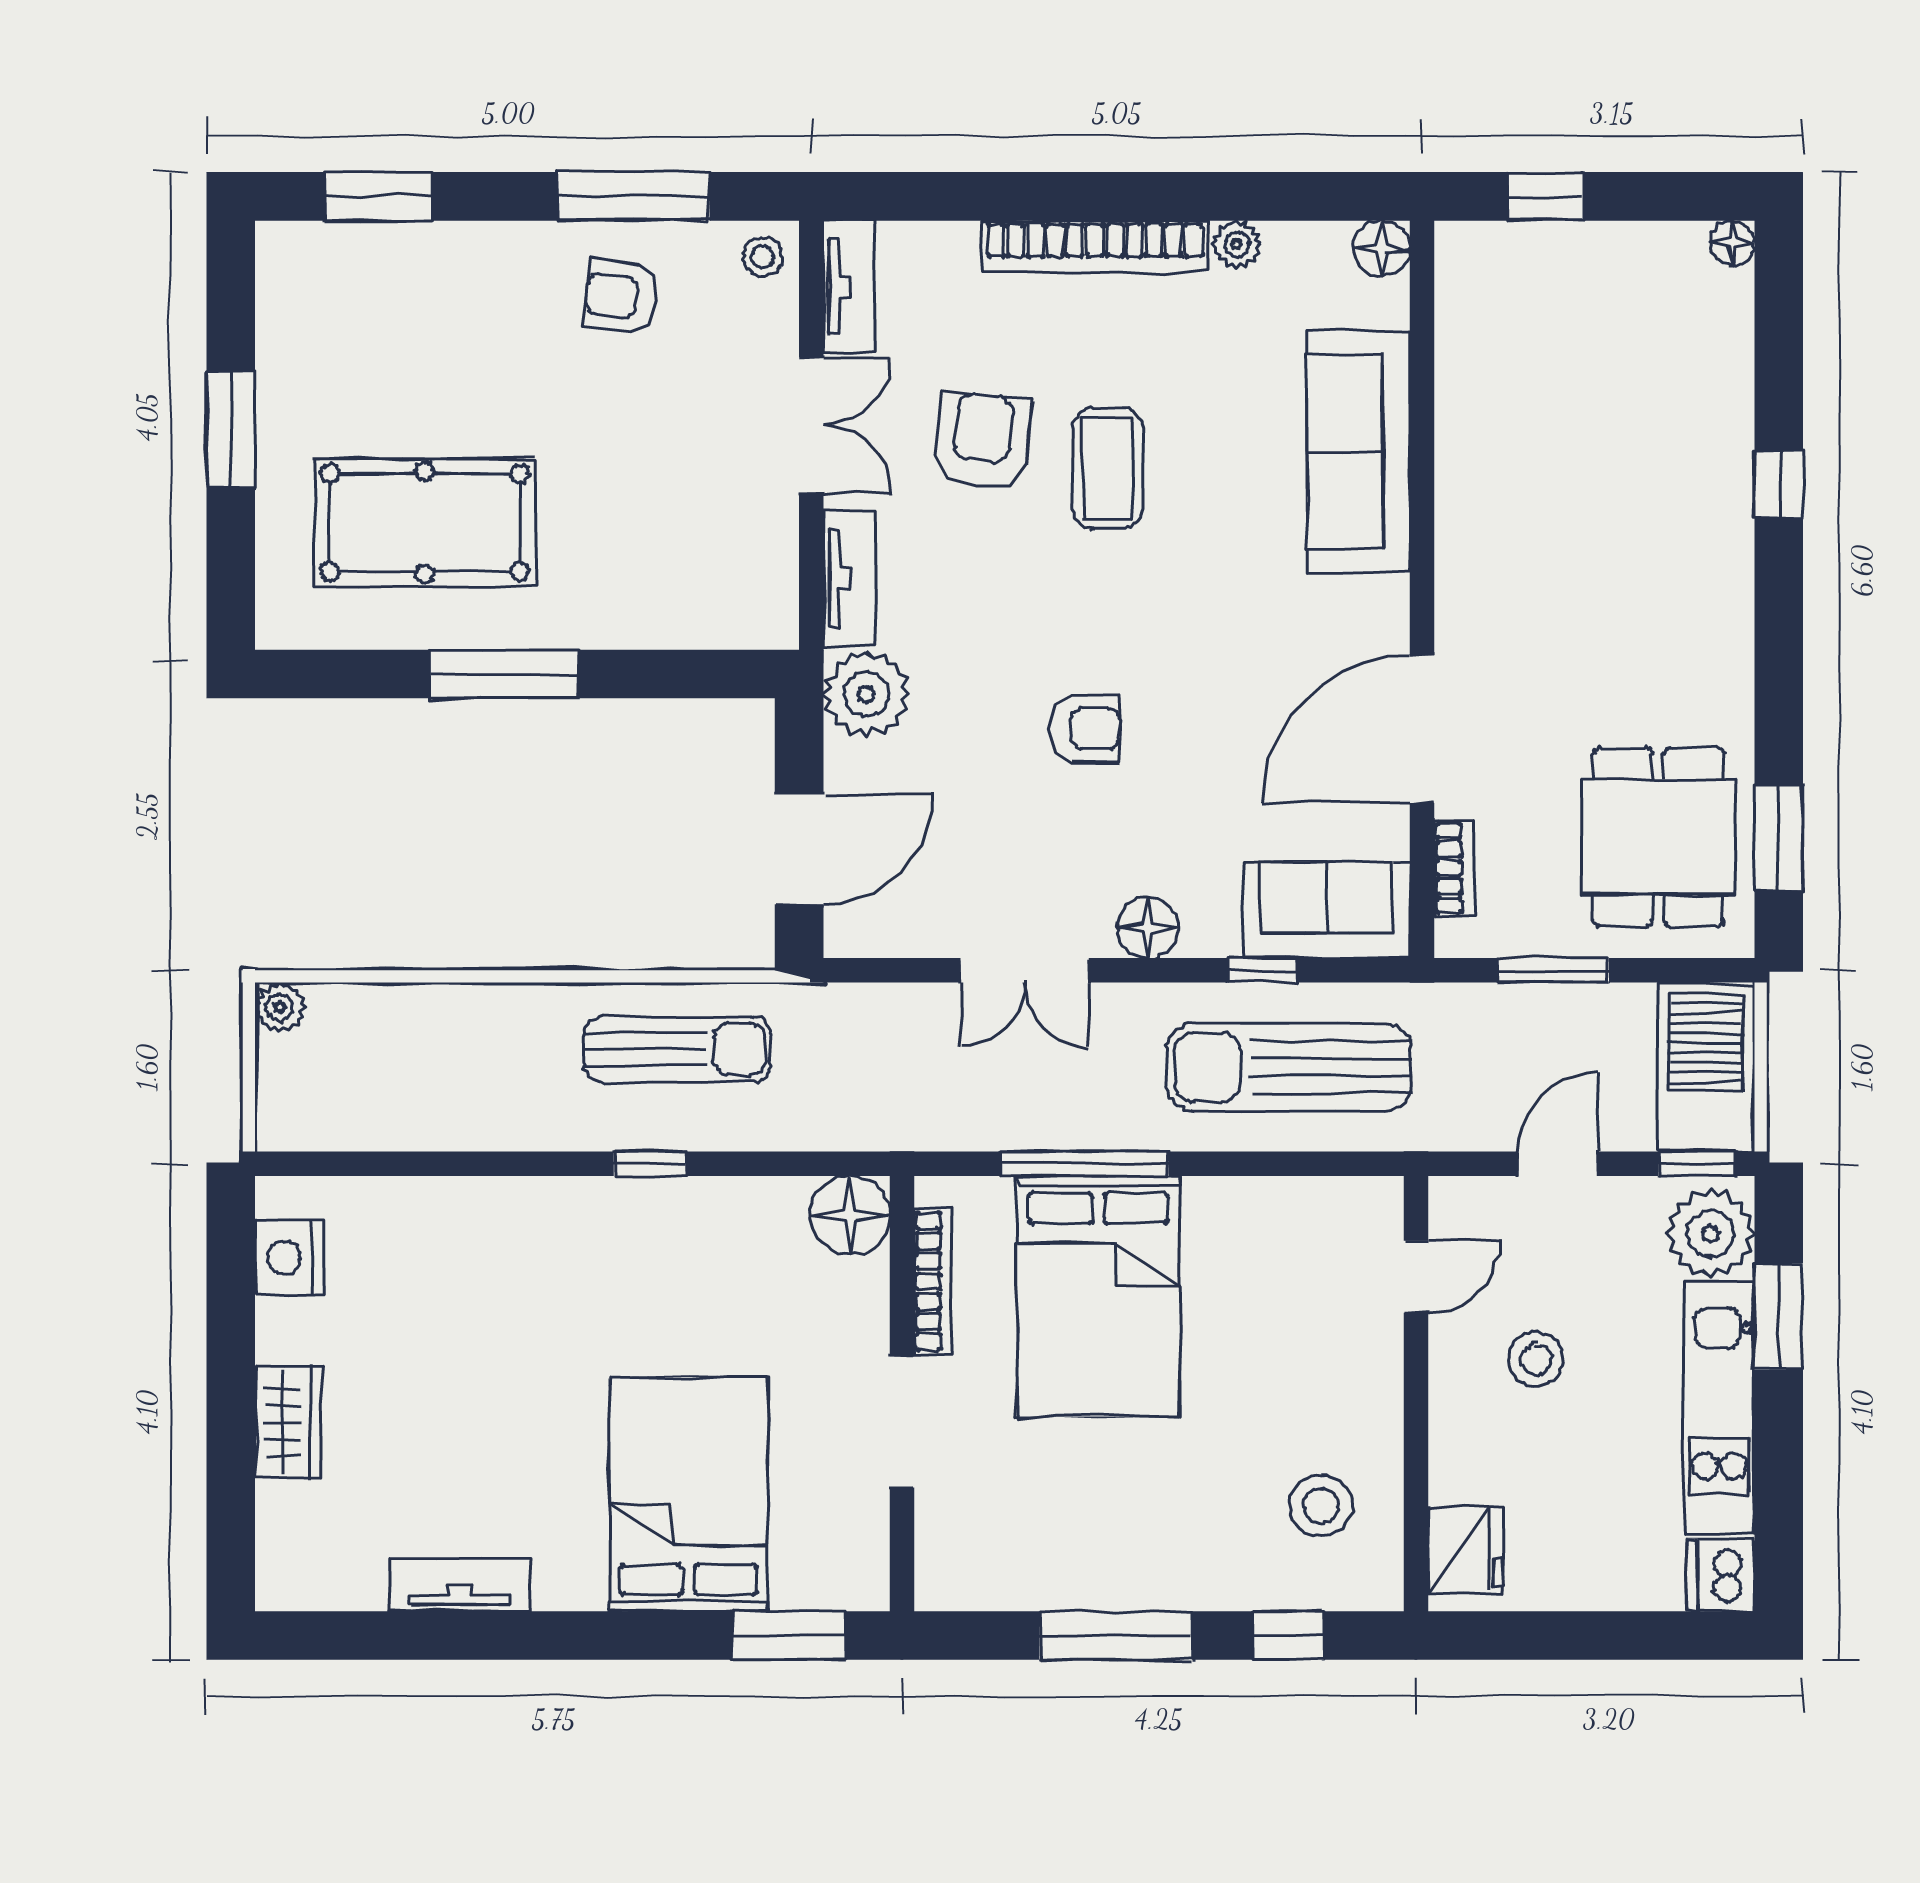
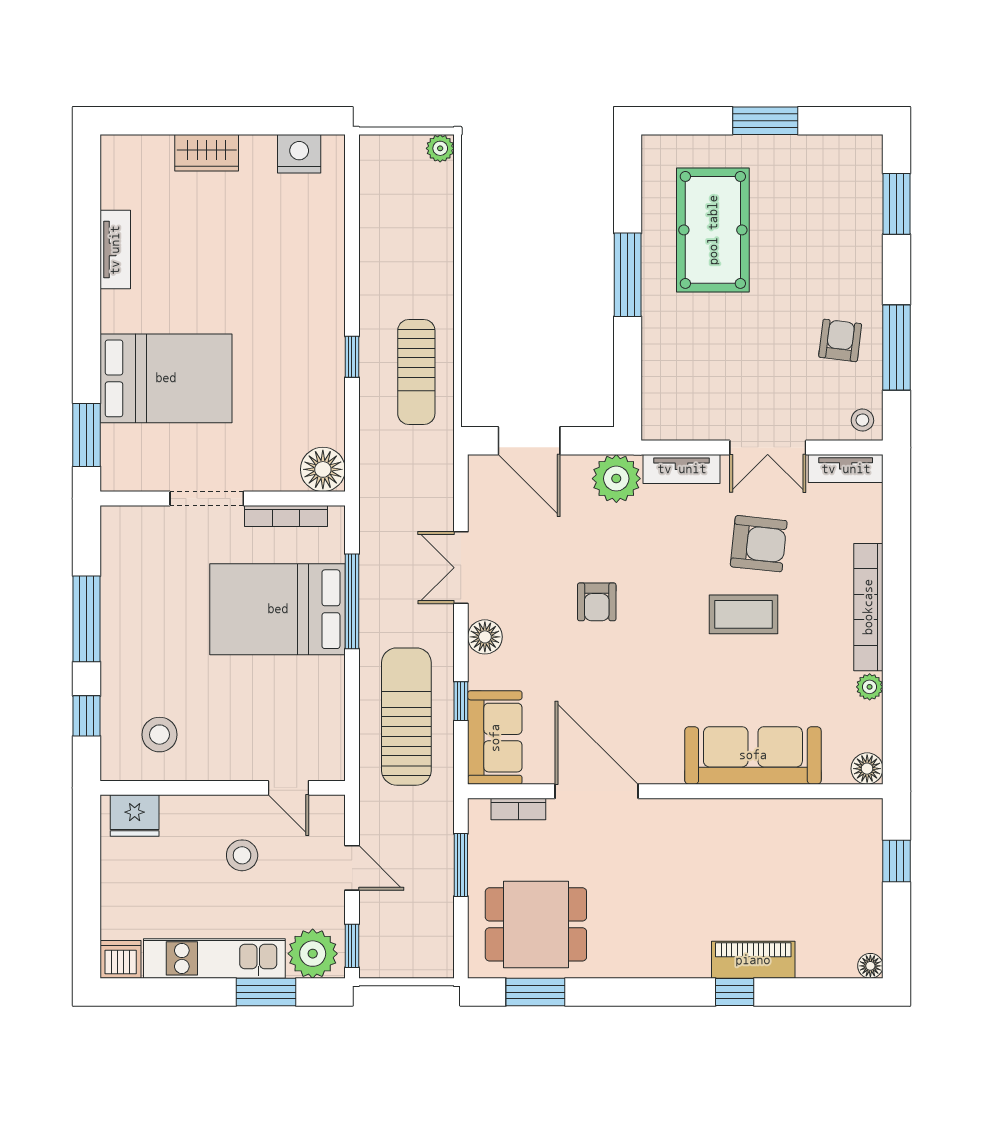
piano: (1721, 451) -> (753, 960), added
barbecue: (1706, 1068) -> (406, 951), removed

